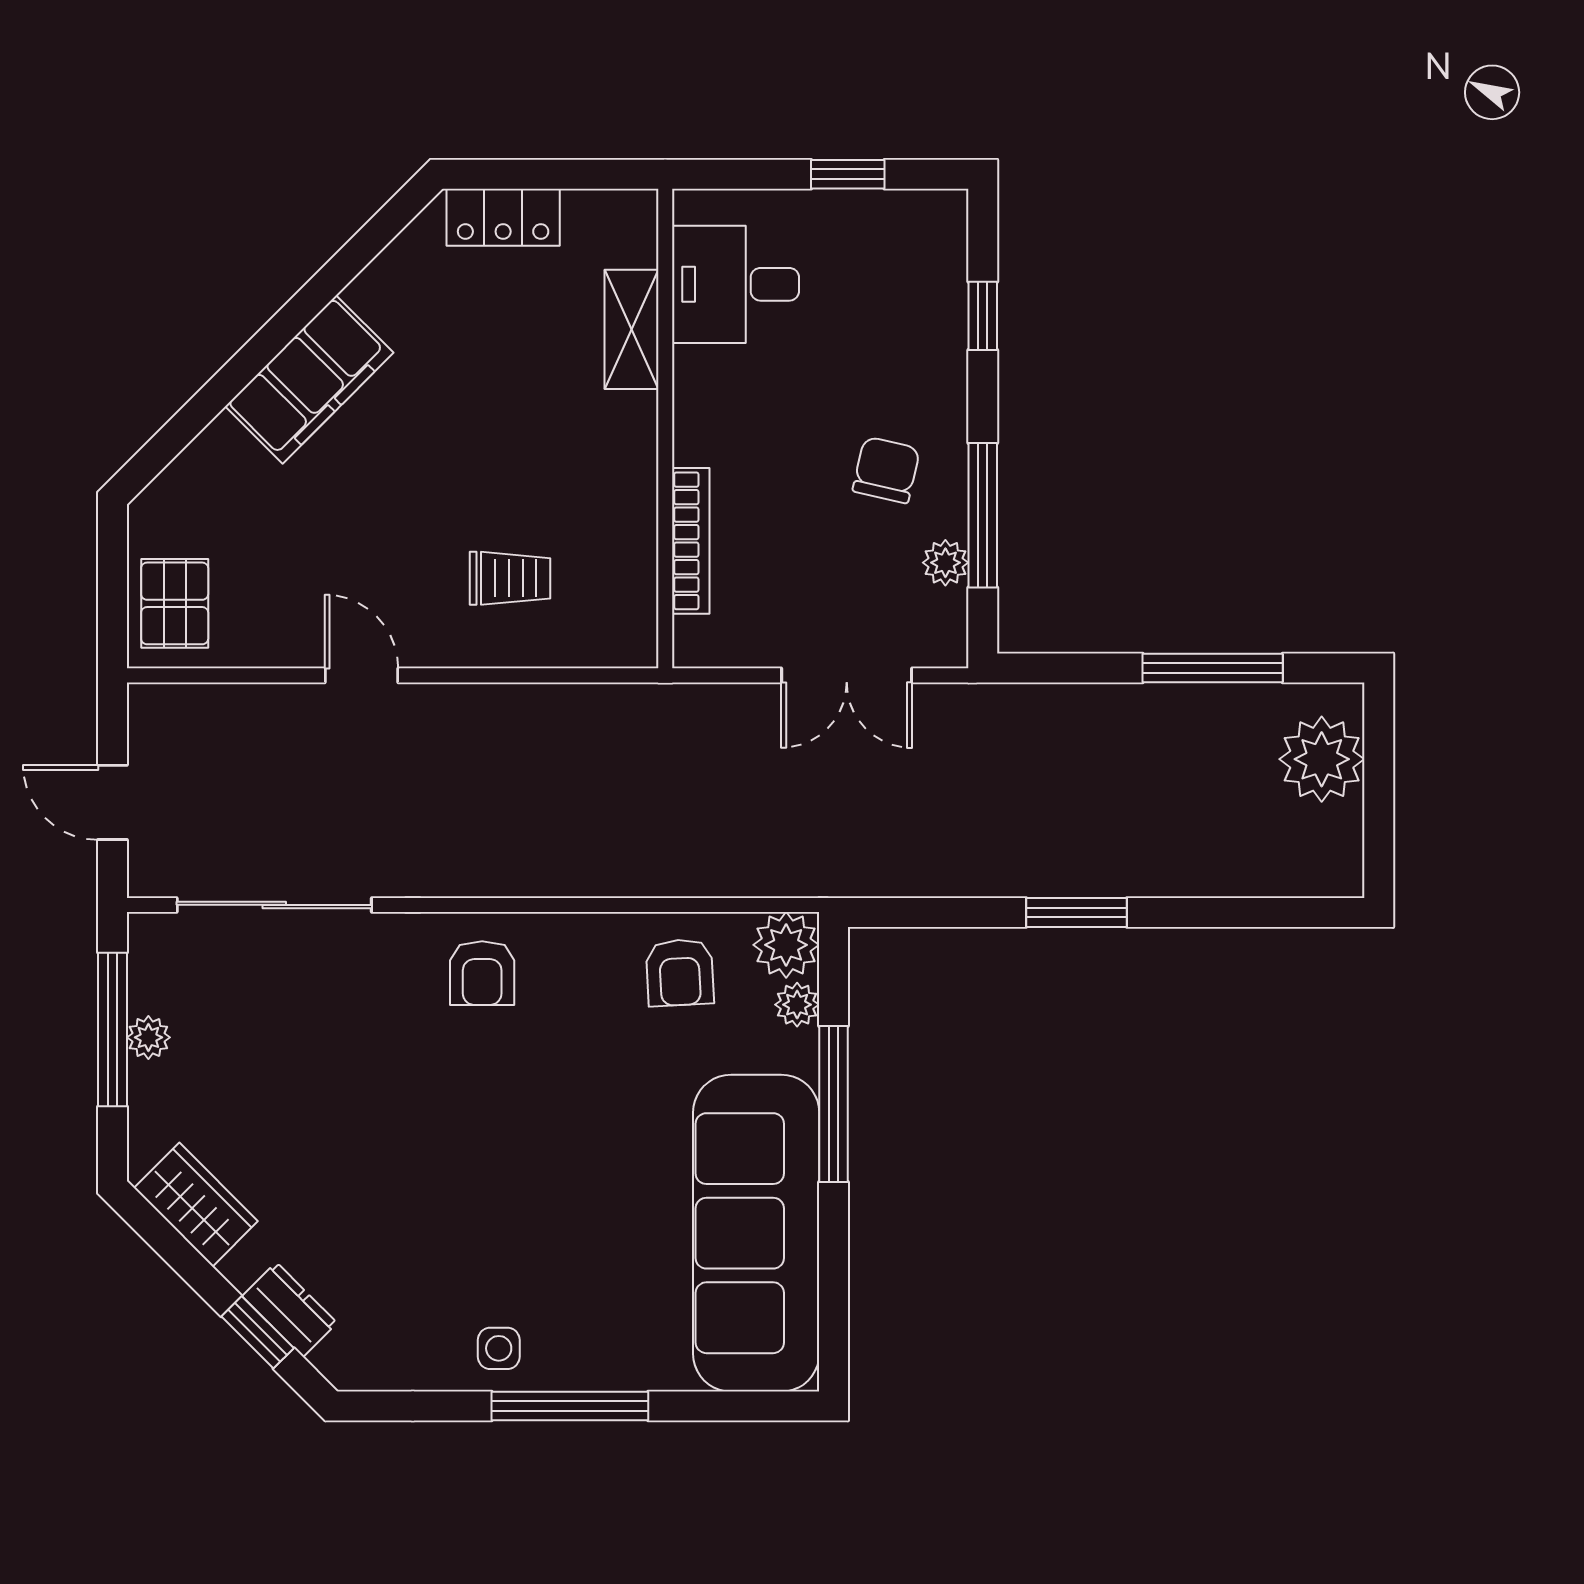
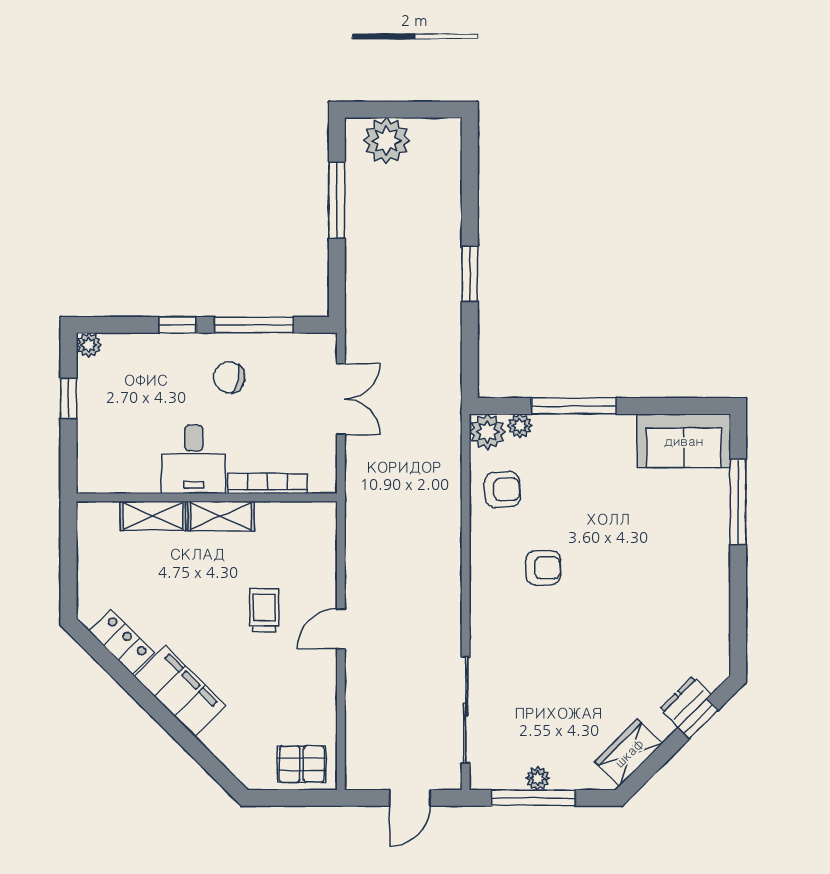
locker: (503, 217) -> (122, 642), moved, turned -45
desk: (736, 284) -> (194, 459), moved
window: (983, 316) -> (178, 325), moved
shelving: (631, 455) -> (221, 516), added
plant: (945, 563) -> (89, 345), moved
trolley: (510, 578) -> (264, 610), moved
door: (361, 675) -> (341, 629), moved
armchair: (482, 973) -> (543, 568), moved
sofa: (756, 1233) -> (684, 441), width x0.54, depth x0.79
side table: (499, 1348) -> (707, 588), removed
window: (570, 1406) -> (738, 502), moved

